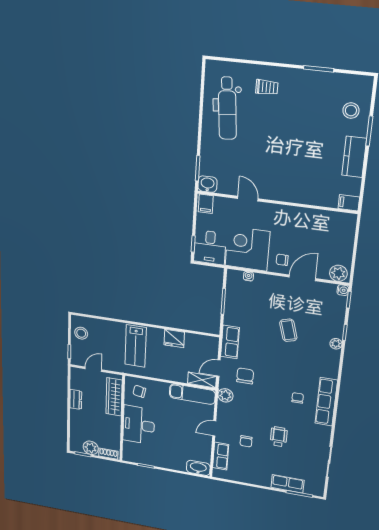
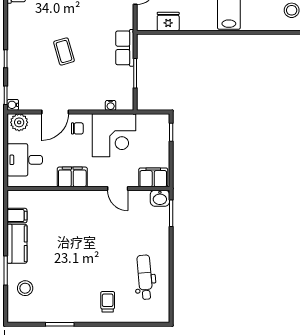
trolley: (267, 87) -> (108, 302), turned 90
dental chair: (227, 108) -> (145, 277), width x0.73, depth x0.72
filing cabinet: (349, 203) -> (17, 216), moved
filing cabinet: (206, 204) -> (153, 177), width x2.00
filing cabinet: (291, 215) -> (72, 177), added
desk: (210, 247) -> (25, 160), moved, turned -90
fridge: (174, 339) -> (168, 21), moved
row of seats: (230, 342) -> (125, 48), moved
plant: (336, 344) -> (13, 44), removed

